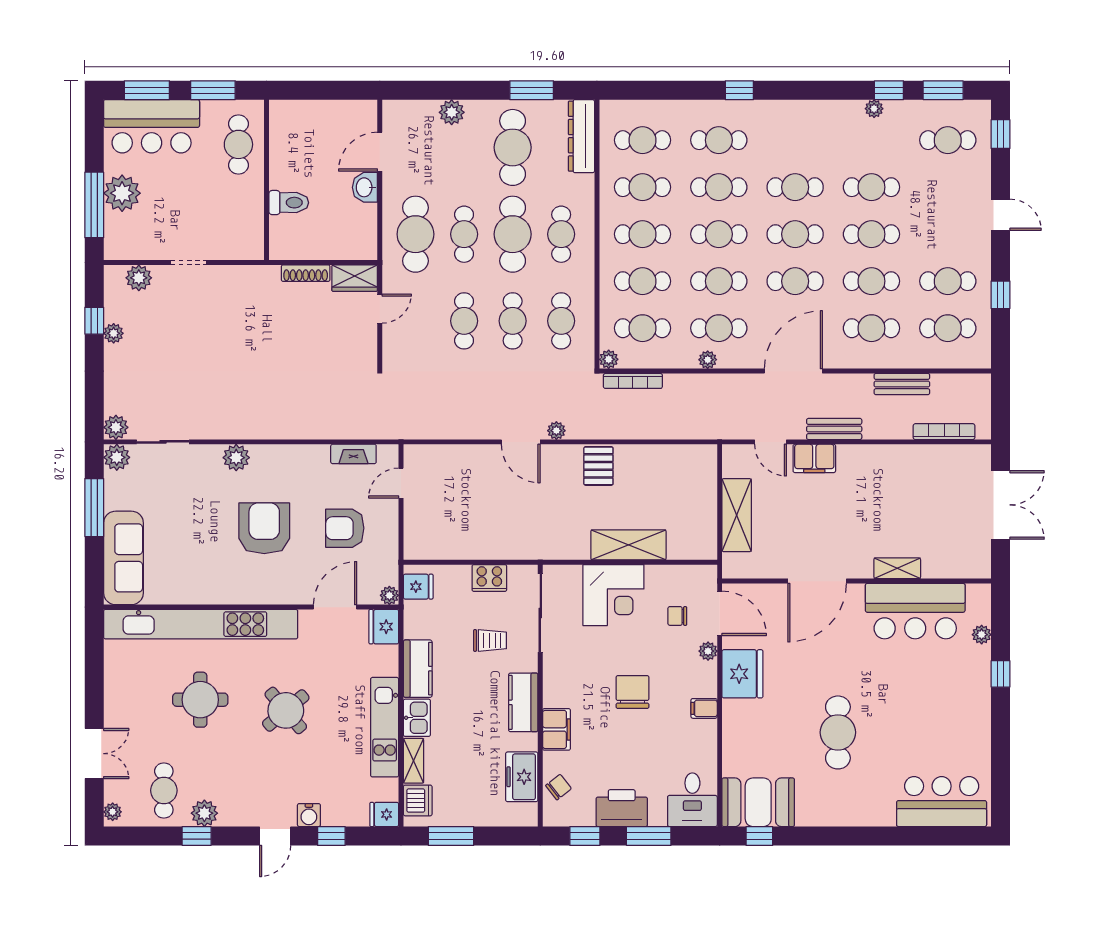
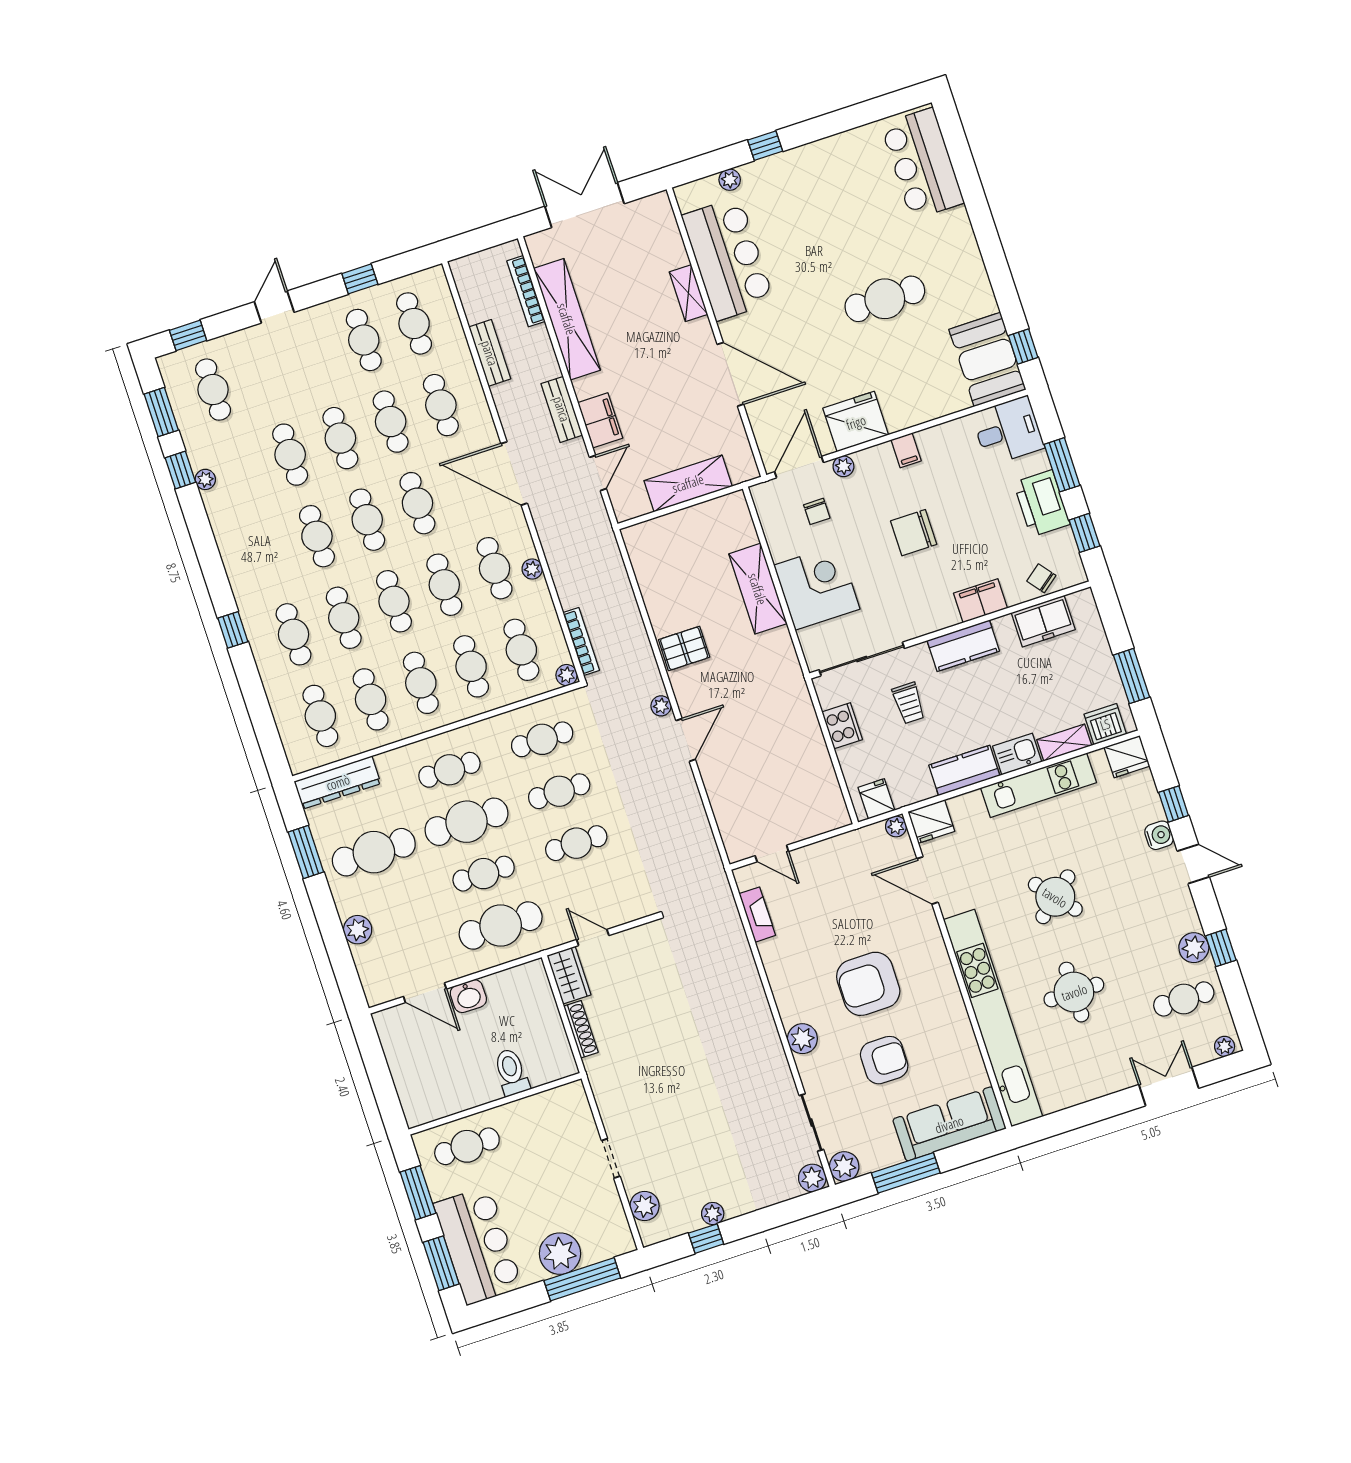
shelving: (909, 458) -> (567, 319), added
armchair: (345, 528) -> (884, 1060), moved, turned -90
trolley: (490, 640) -> (909, 703), turned 180
fridge: (384, 814) -> (1127, 757), width x1.38

